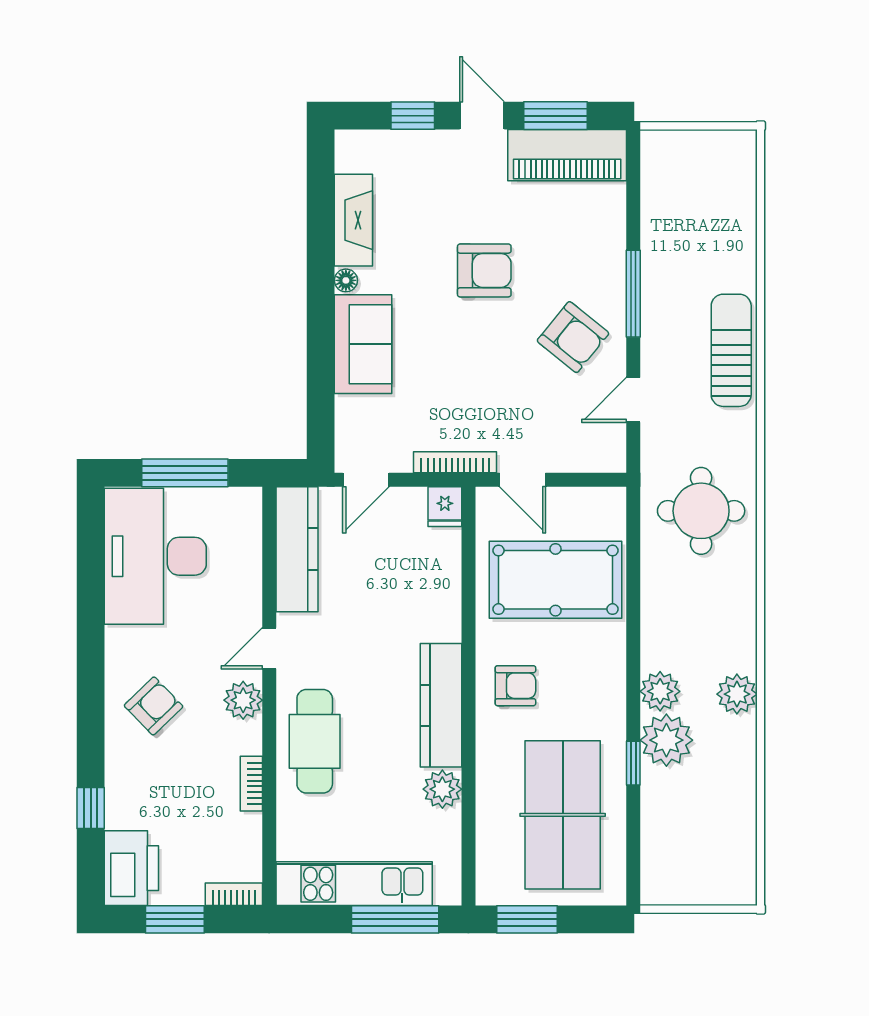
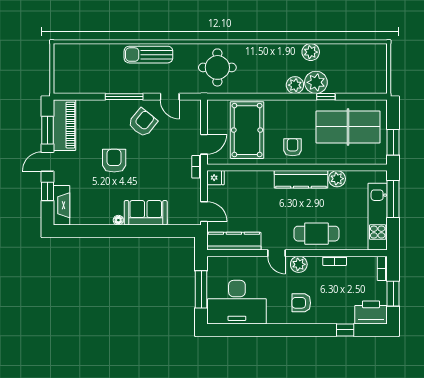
fireplace: (353, 220) -> (62, 205), moved, turned 90
bookcase: (455, 462) -> (196, 167), width x0.64
plant: (737, 694) -> (311, 52), moved
armchair: (154, 706) -> (301, 303), turned -46

